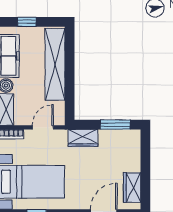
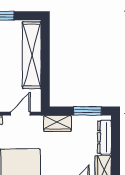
dresser: (134, 153) -> (104, 137), added

